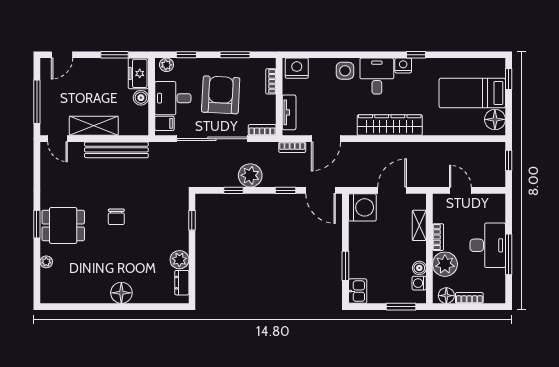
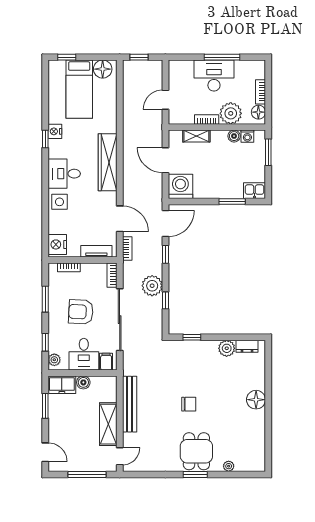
nightstand: (403, 66) -> (55, 131), moved
armchair: (221, 95) -> (81, 312), width x0.73, depth x0.73

